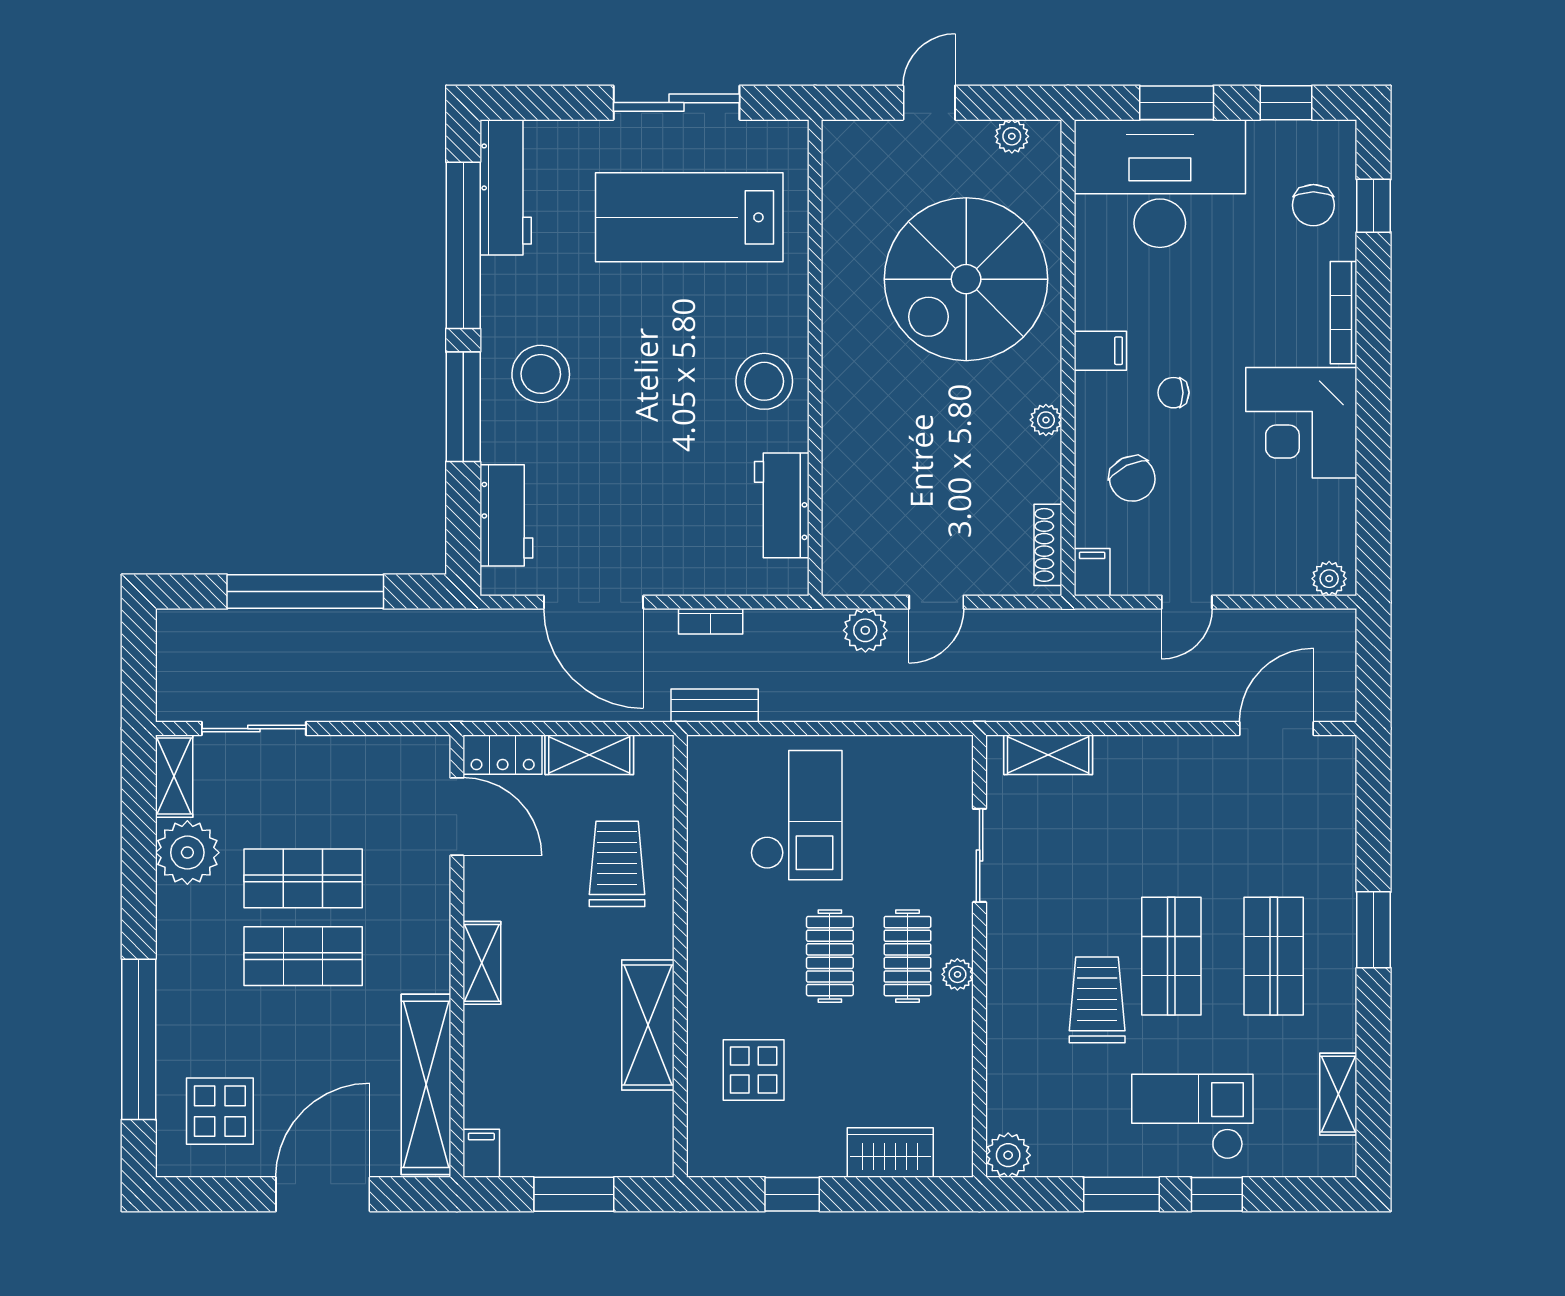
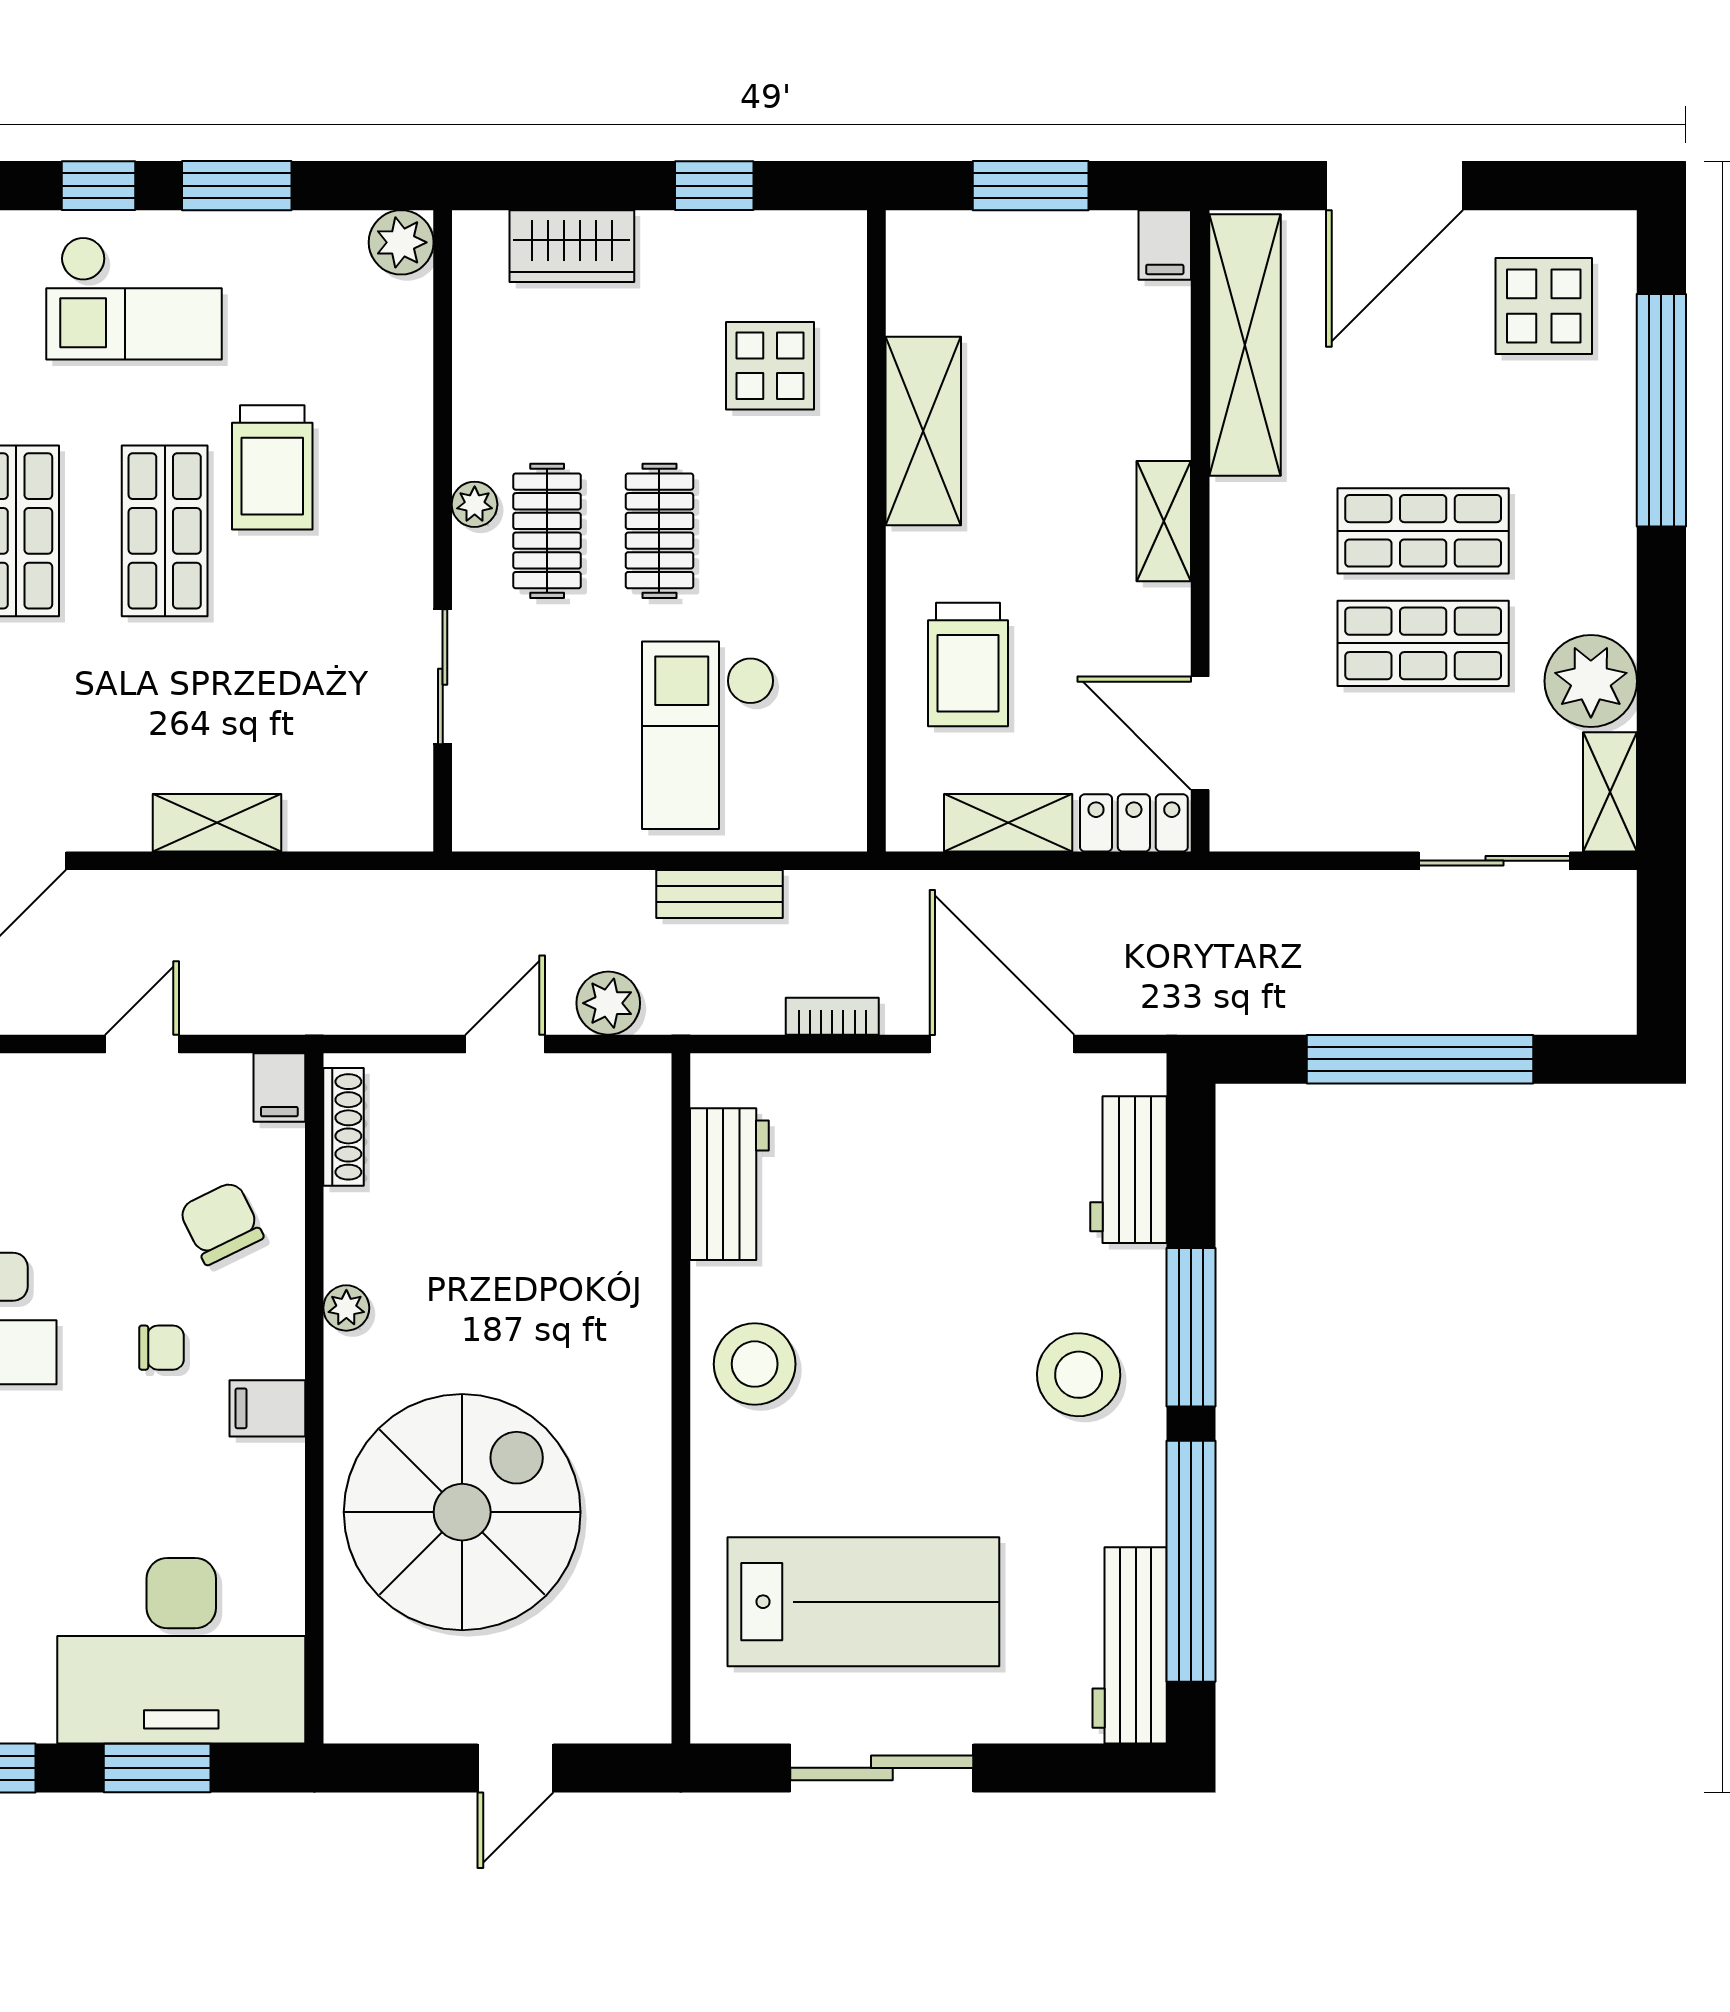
plant: (1012, 136) -> (396, 1719), removed
bench: (715, 706) -> (720, 894), moved
shelving: (1048, 755) -> (217, 823), moved

